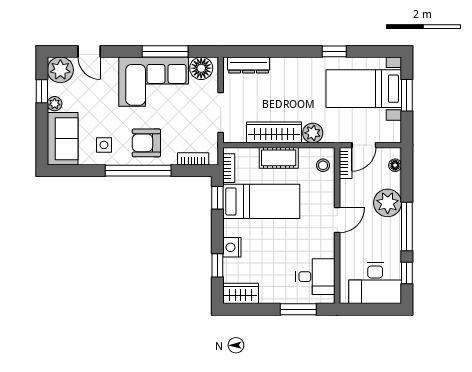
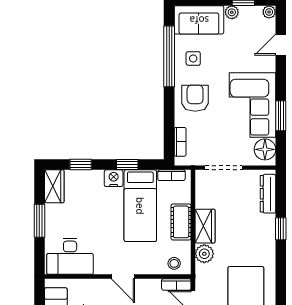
window: (165, 51) -> (281, 116), width x0.69
window: (334, 51) -> (281, 229), moved
plant: (60, 70) -> (269, 12), width x0.53, depth x0.53
wardrobe: (274, 132) -> (205, 226), width x0.67
window: (138, 171) -> (169, 56), moved
window: (217, 198) -> (127, 165), moved
nightstand: (232, 247) -> (114, 178), moved
desk: (315, 277) -> (70, 256), width x1.37
window: (298, 309) -> (39, 221), moved

